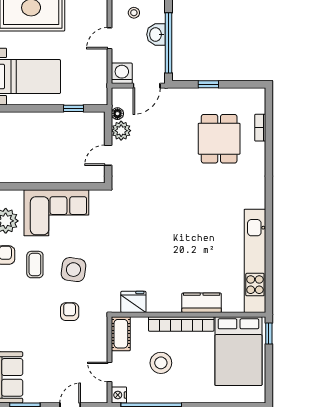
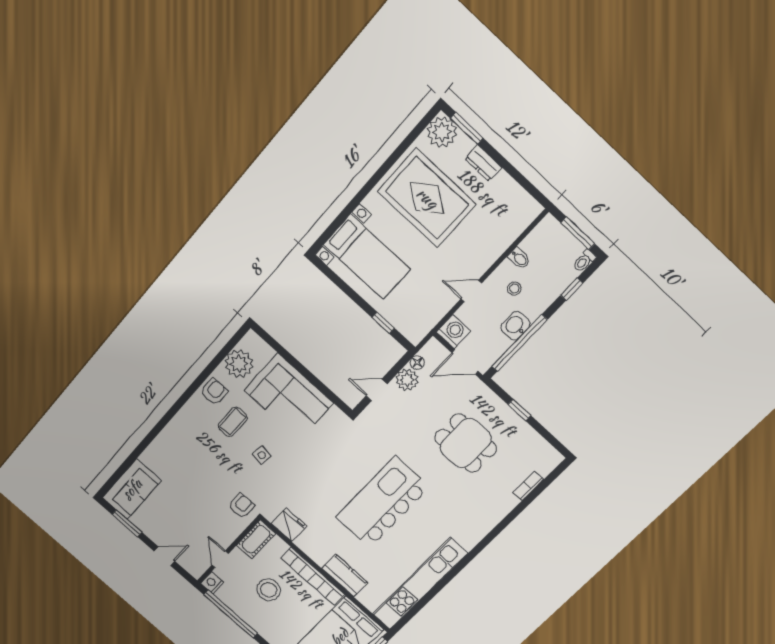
dining table: (219, 139) -> (466, 443), moved, turned 90
kitchen island: (180, 227) -> (382, 502), added
side table: (73, 270) -> (262, 455), width x0.54, depth x0.54
armchair: (70, 312) -> (242, 506), moved

